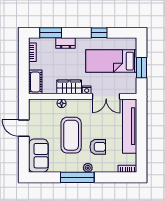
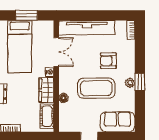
cot: (35, 82) -> (47, 116), moved, turned 90
armchair: (98, 147) -> (108, 61), turned -90
plant: (88, 168) -> (130, 83), moved
window: (77, 177) -> (140, 82), width x0.46

